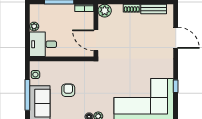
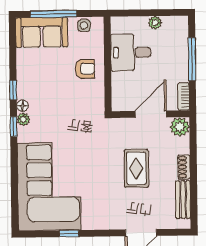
door: (96, 40) -> (151, 114), moved
rug: (132, 40) -> (136, 168), added
desk: (43, 44) -> (131, 52), moved, turned -90
armchair: (68, 90) -> (85, 69), moved

